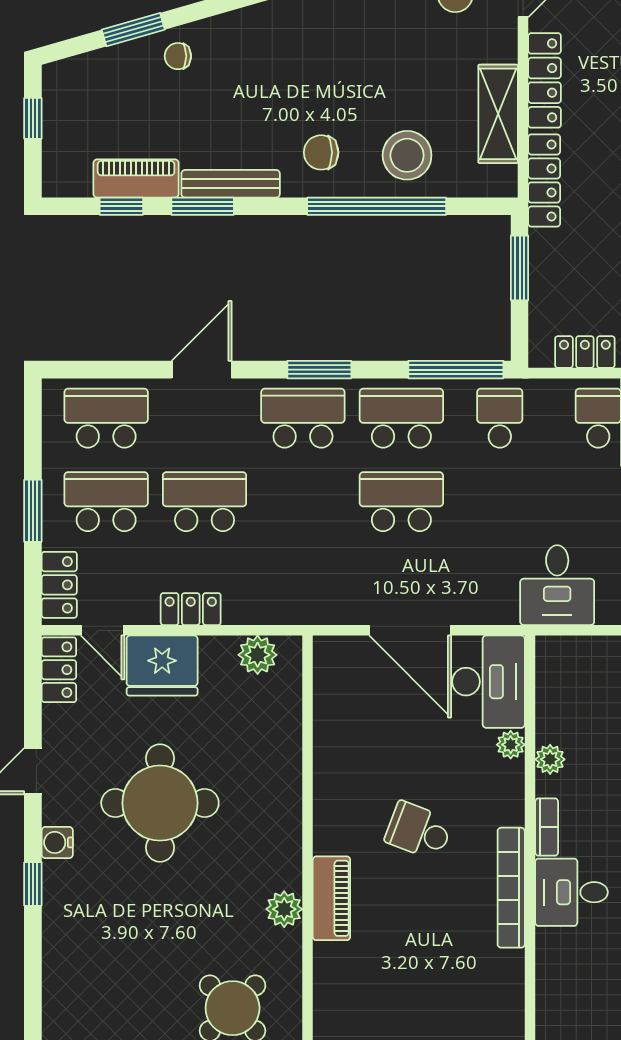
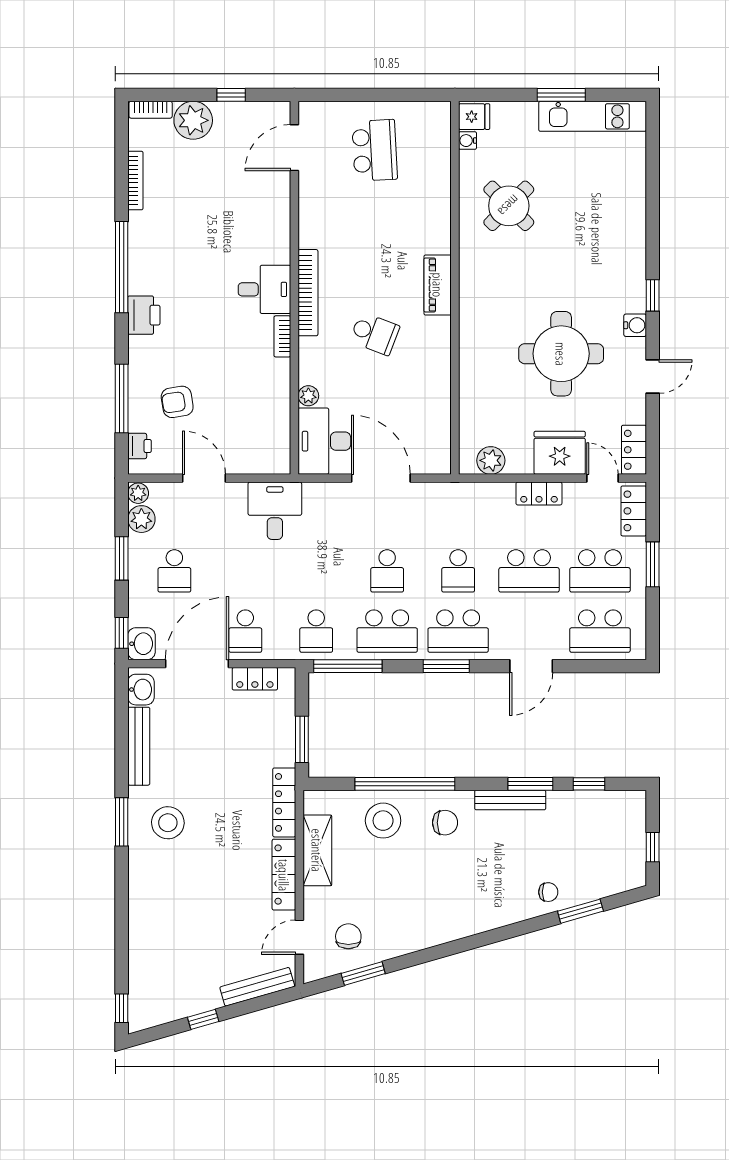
piano: (136, 178) -> (578, 804), removed
school desk: (303, 502) -> (458, 571), added
school desk: (401, 502) -> (387, 571), width x0.54
plant: (550, 759) -> (280, 385), removed
plant: (284, 909) -> (472, 277), removed

